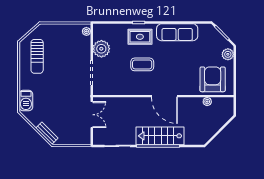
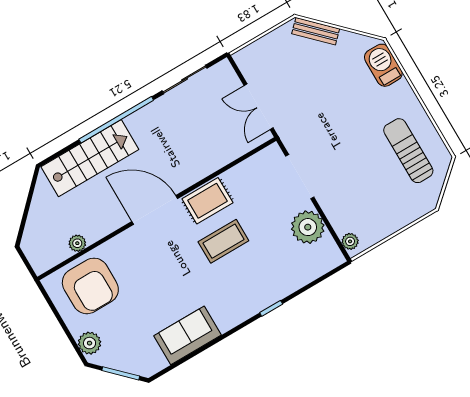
sofa: (177, 32) -> (187, 335), width x0.73
rug: (140, 37) -> (207, 201), moved
stairs: (160, 136) -> (90, 158), moved

